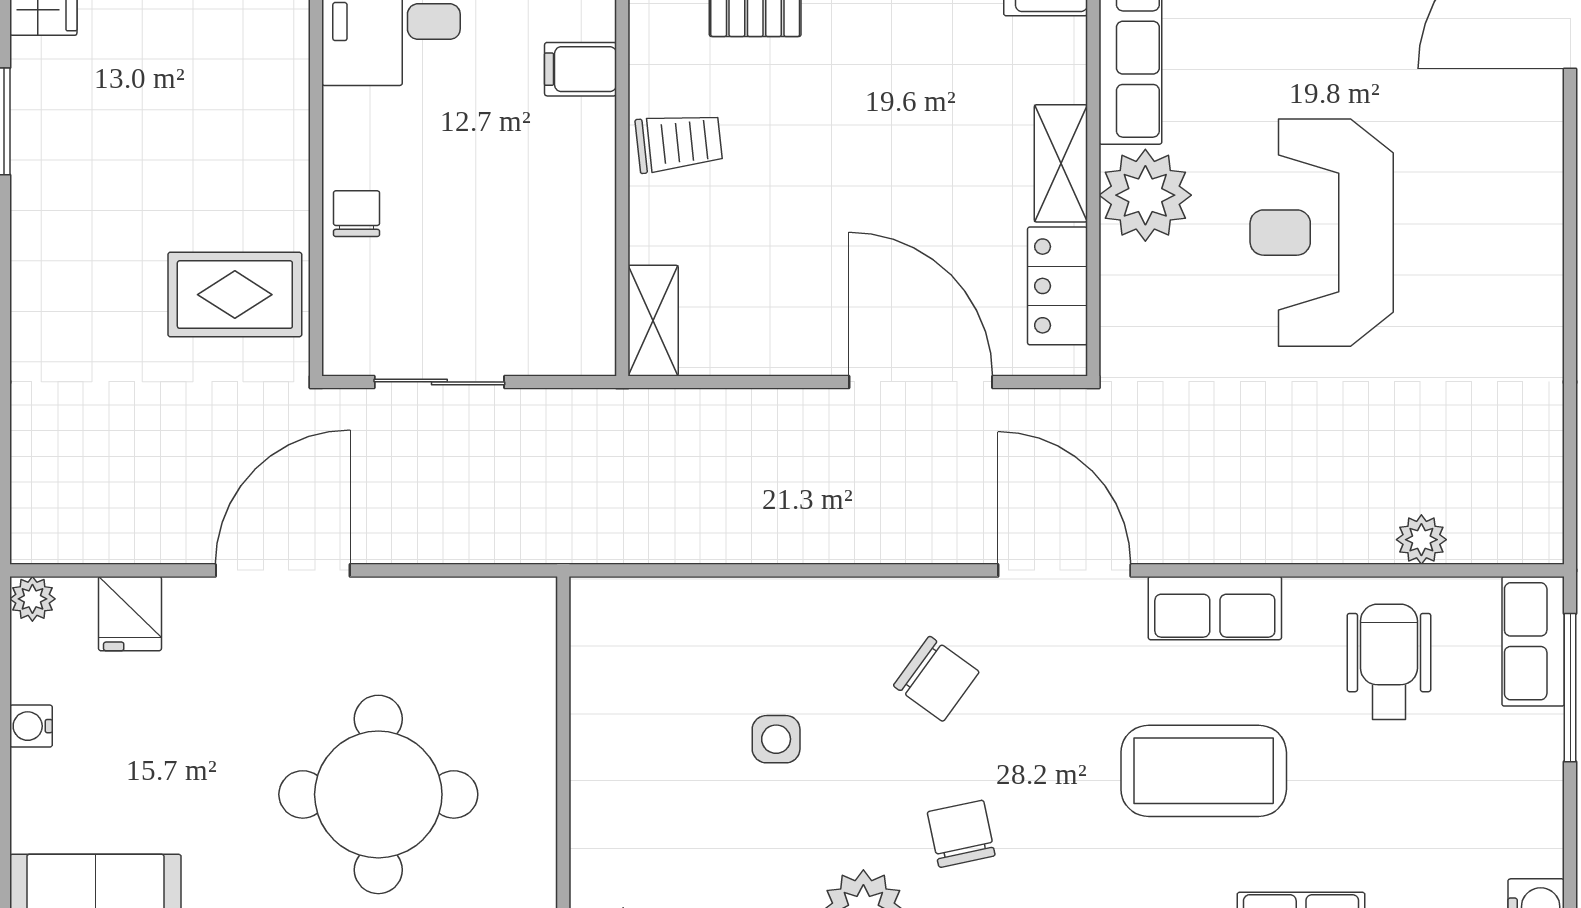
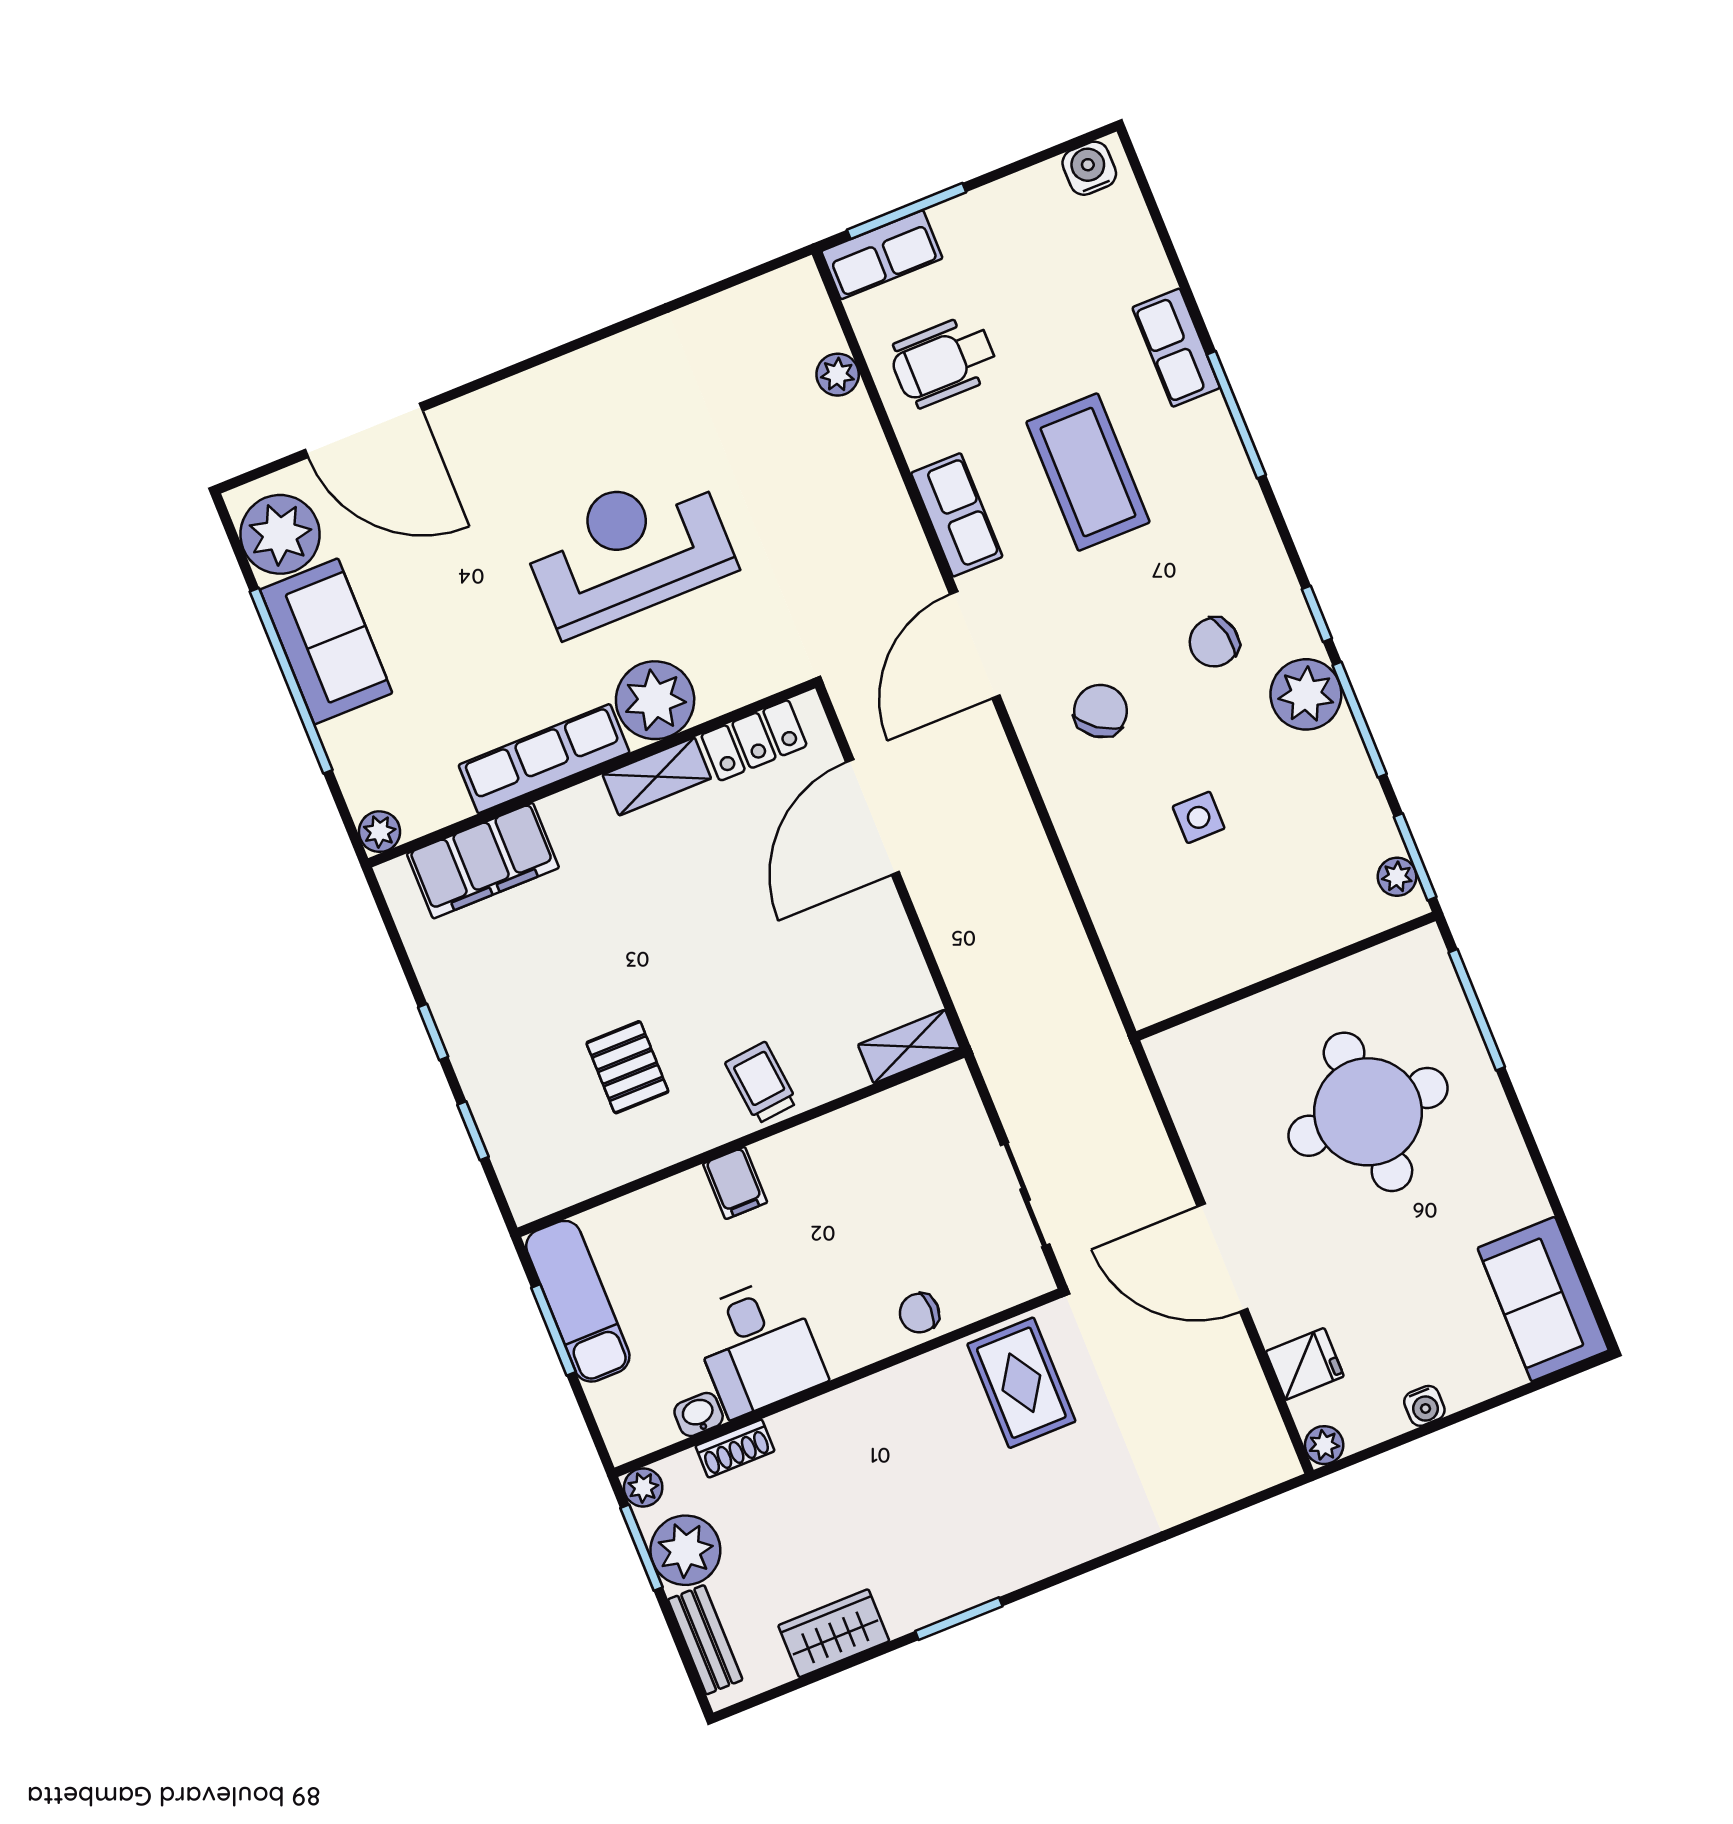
reception desk: (1322, 233) -> (628, 550), turned 180

